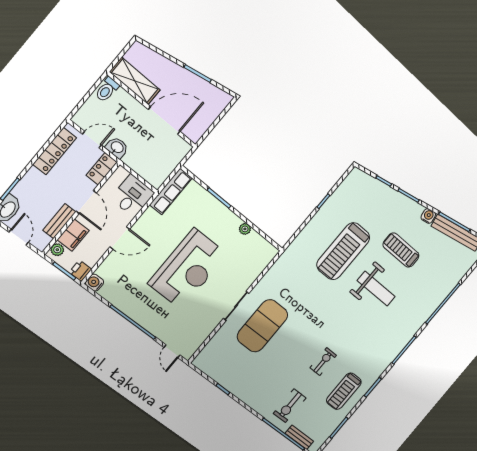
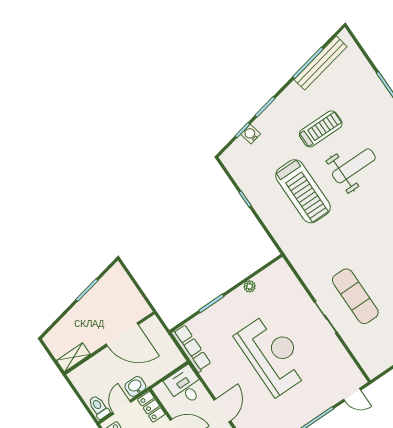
shelving: (135, 81) -> (73, 357), width x0.67, depth x0.75
toilet: (107, 90) -> (99, 407), moved, turned 180
door: (164, 120) -> (122, 334), swing flipped
water cooler: (428, 216) -> (251, 134), moved
treadmill: (401, 250) -> (321, 129), turned 180
exercise mat: (262, 326) -> (355, 296), width x0.68

